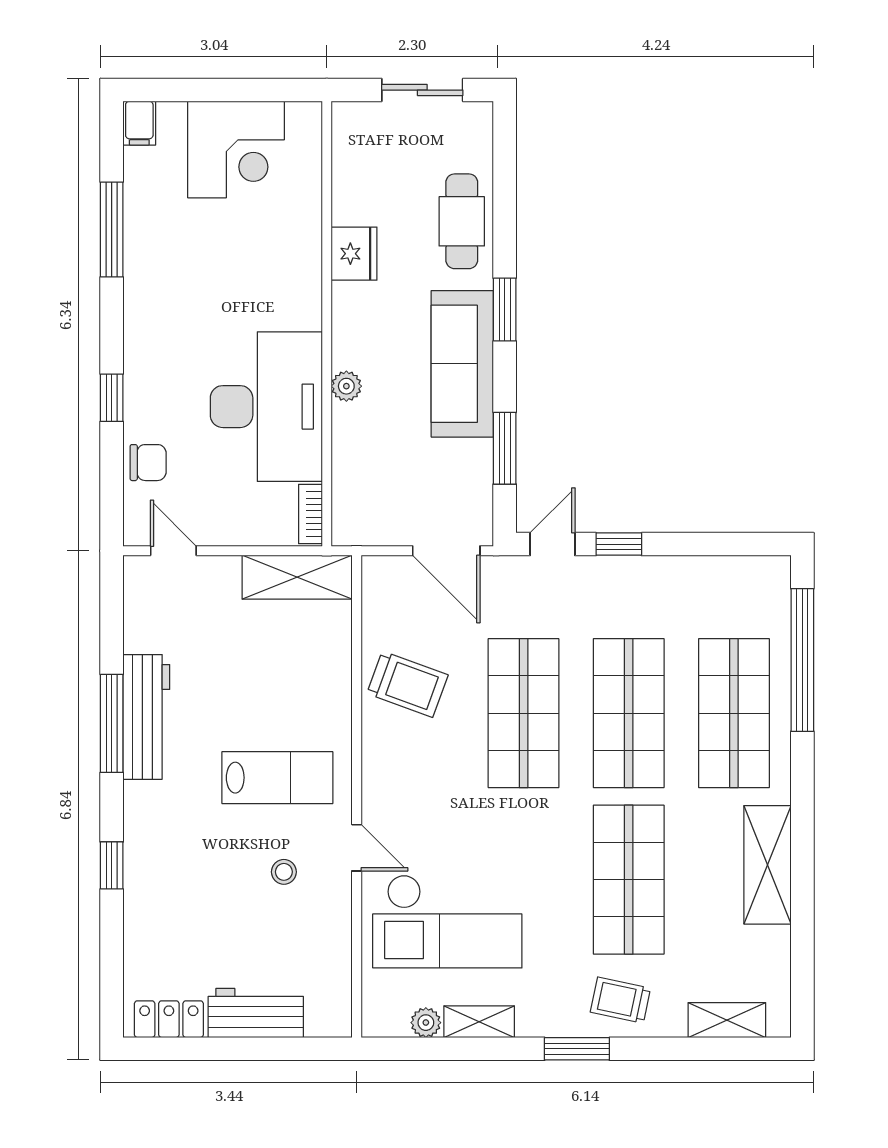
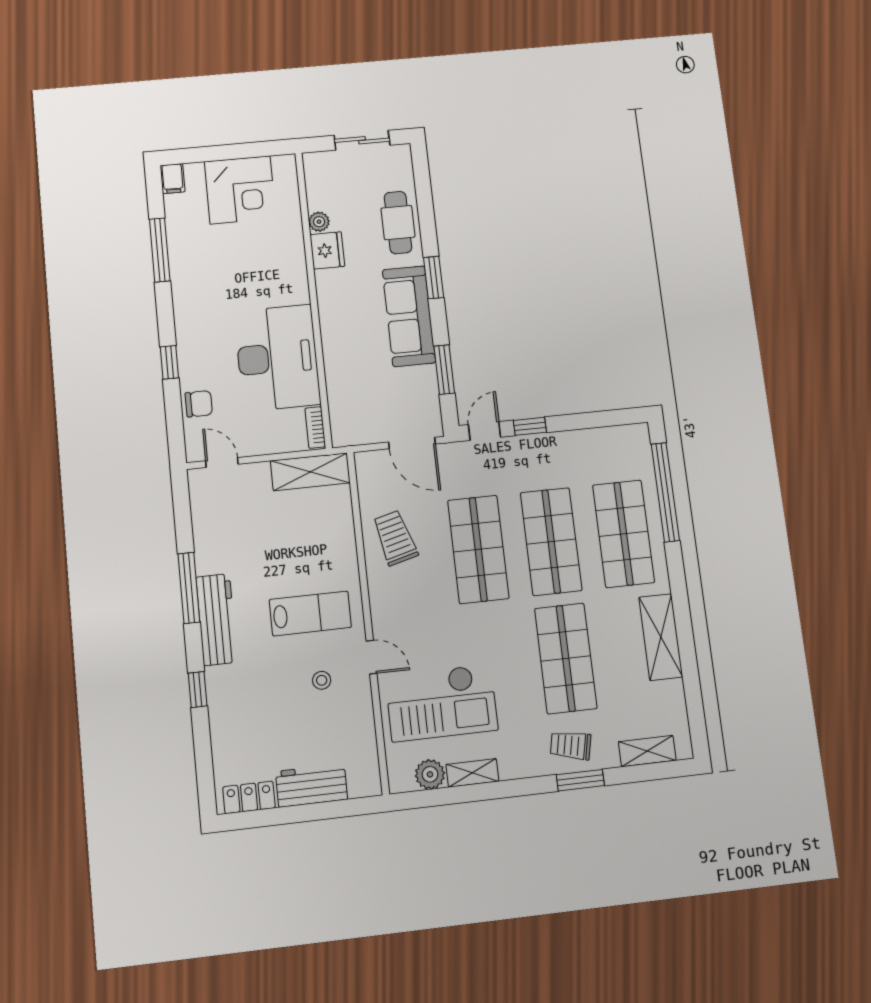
plant: (346, 386) -> (319, 222), moved
trolley: (407, 684) -> (395, 538), turned -125
workbench: (146, 717) -> (217, 620), moved
plant: (426, 1023) -> (430, 774), width x1.38, depth x1.38
window: (577, 1049) -> (580, 780), moved

